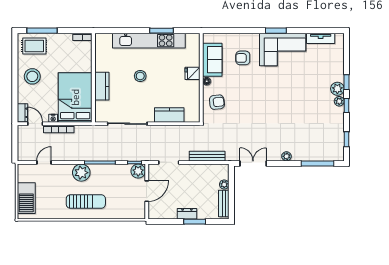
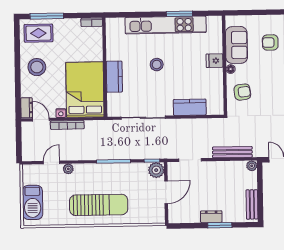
plant: (81, 173) -> (68, 169), moved, width x0.53, depth x0.53
plant: (224, 184) -> (252, 166), moved
sun lounger: (86, 201) -> (99, 205), width x1.36, depth x1.34

